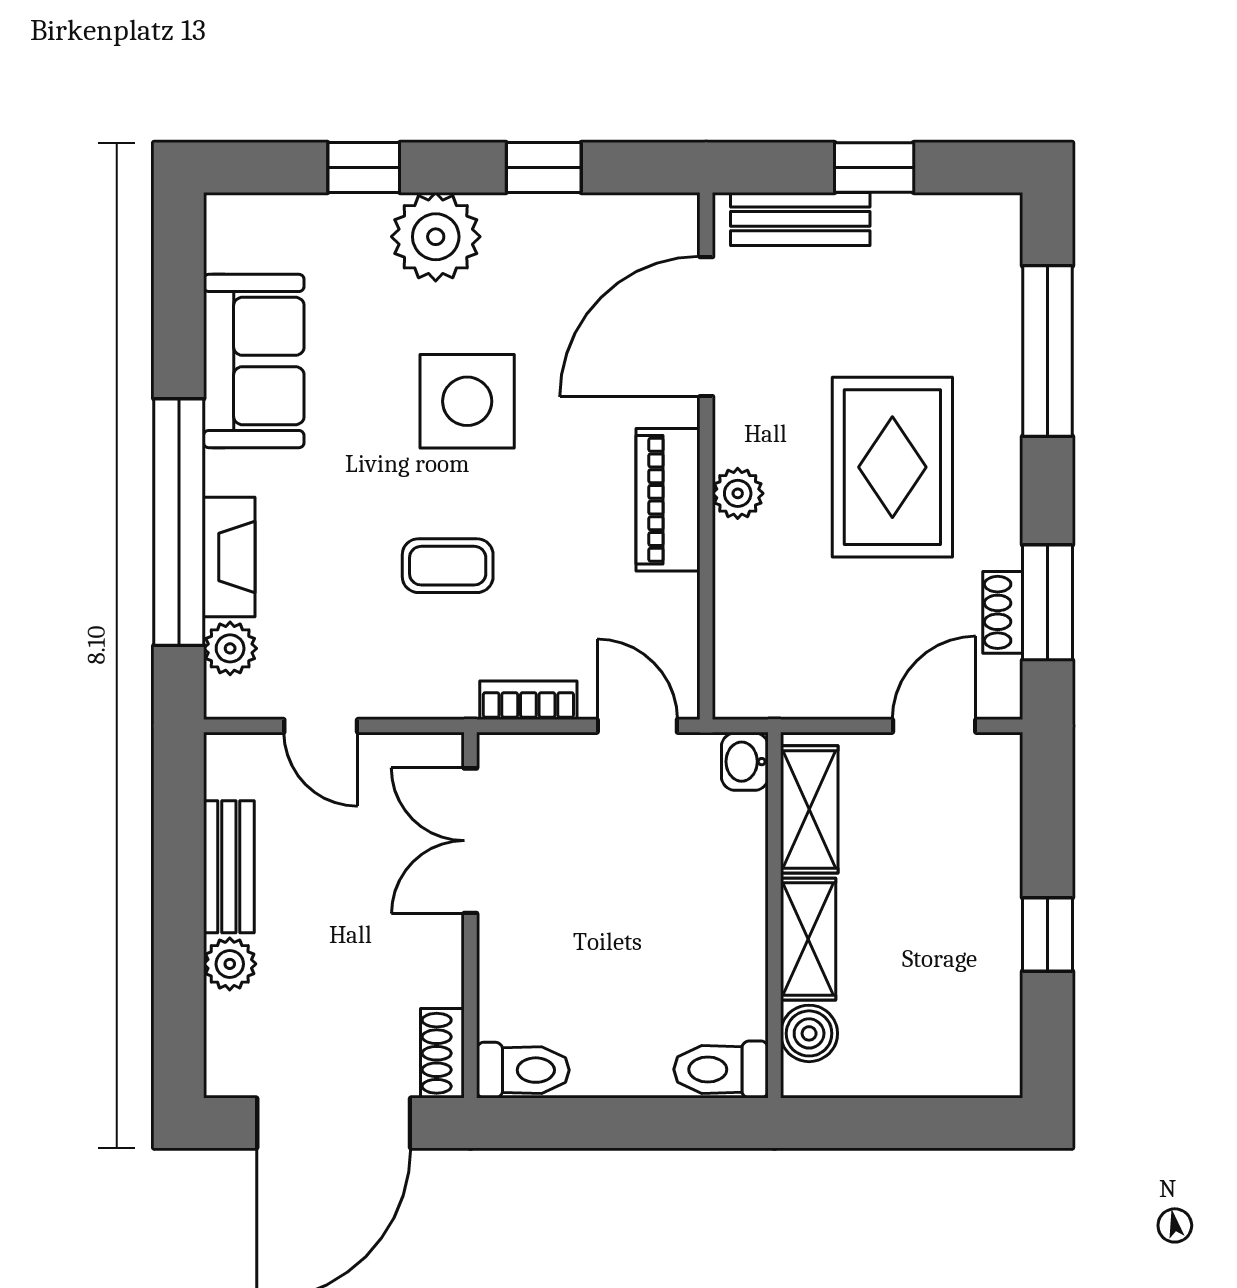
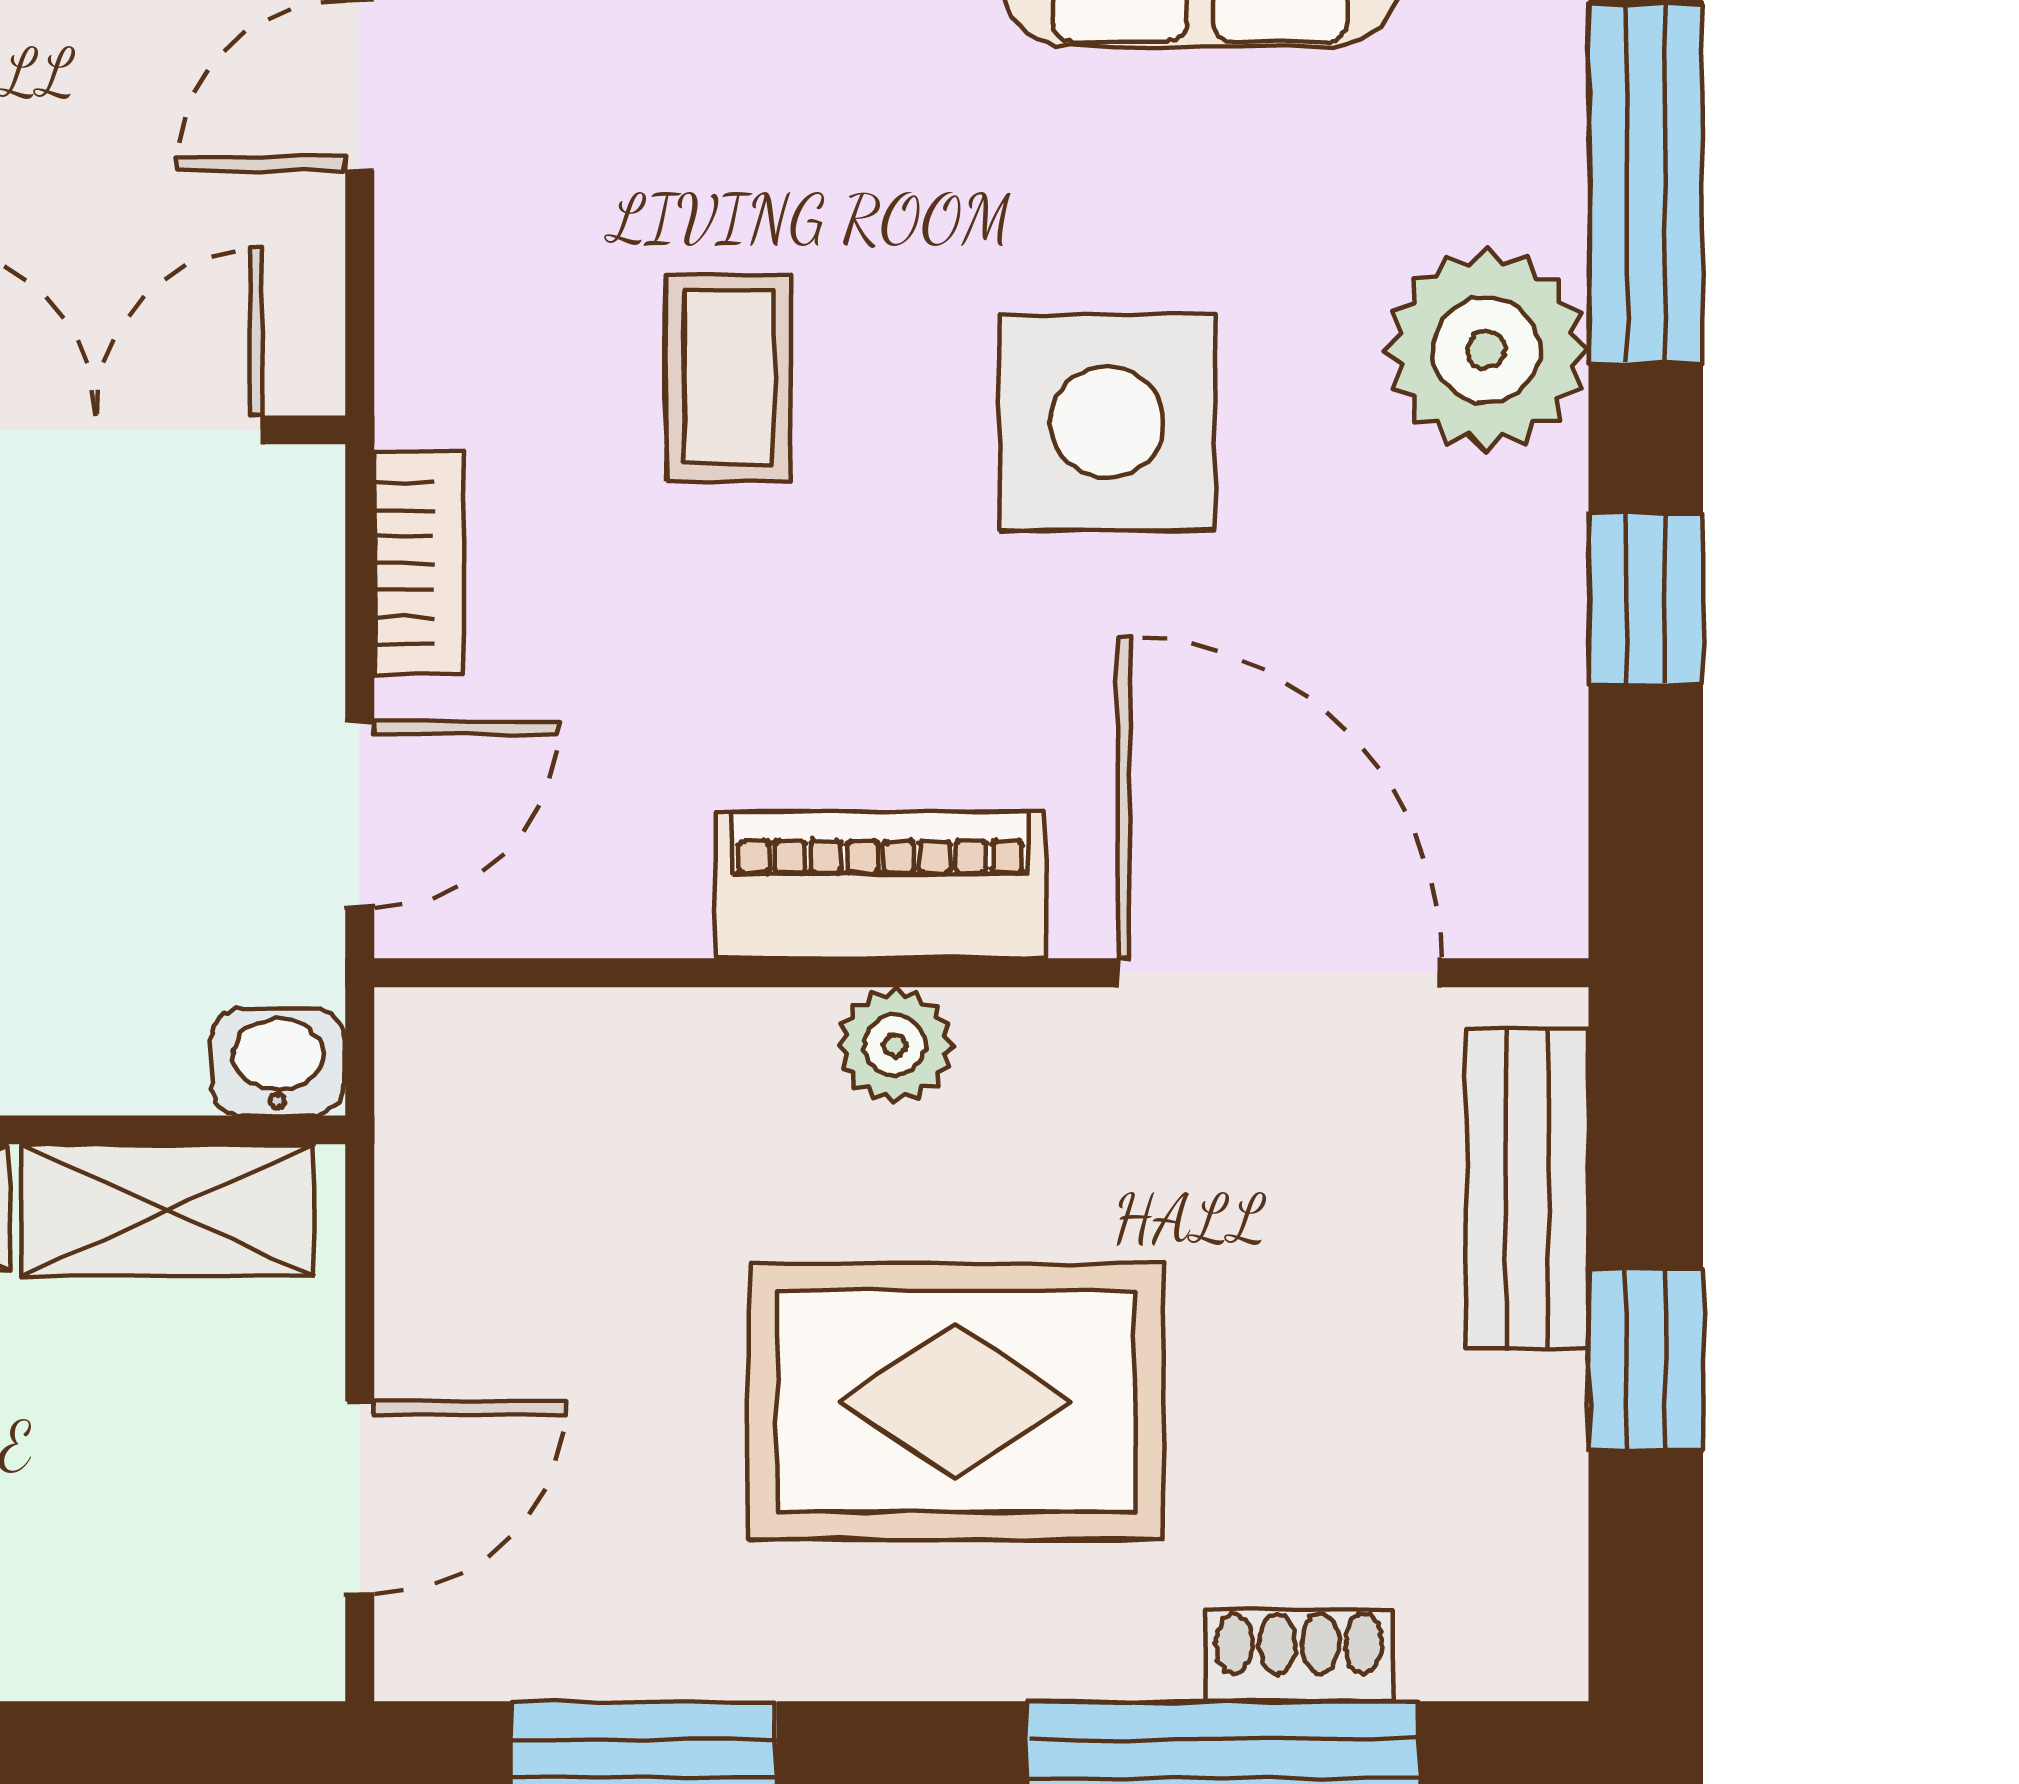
window: (364, 167) -> (1646, 184), width x2.17
shoe rack: (1003, 612) -> (1299, 1656), moved
door: (934, 726) -> (360, 1498), hinge flipped

